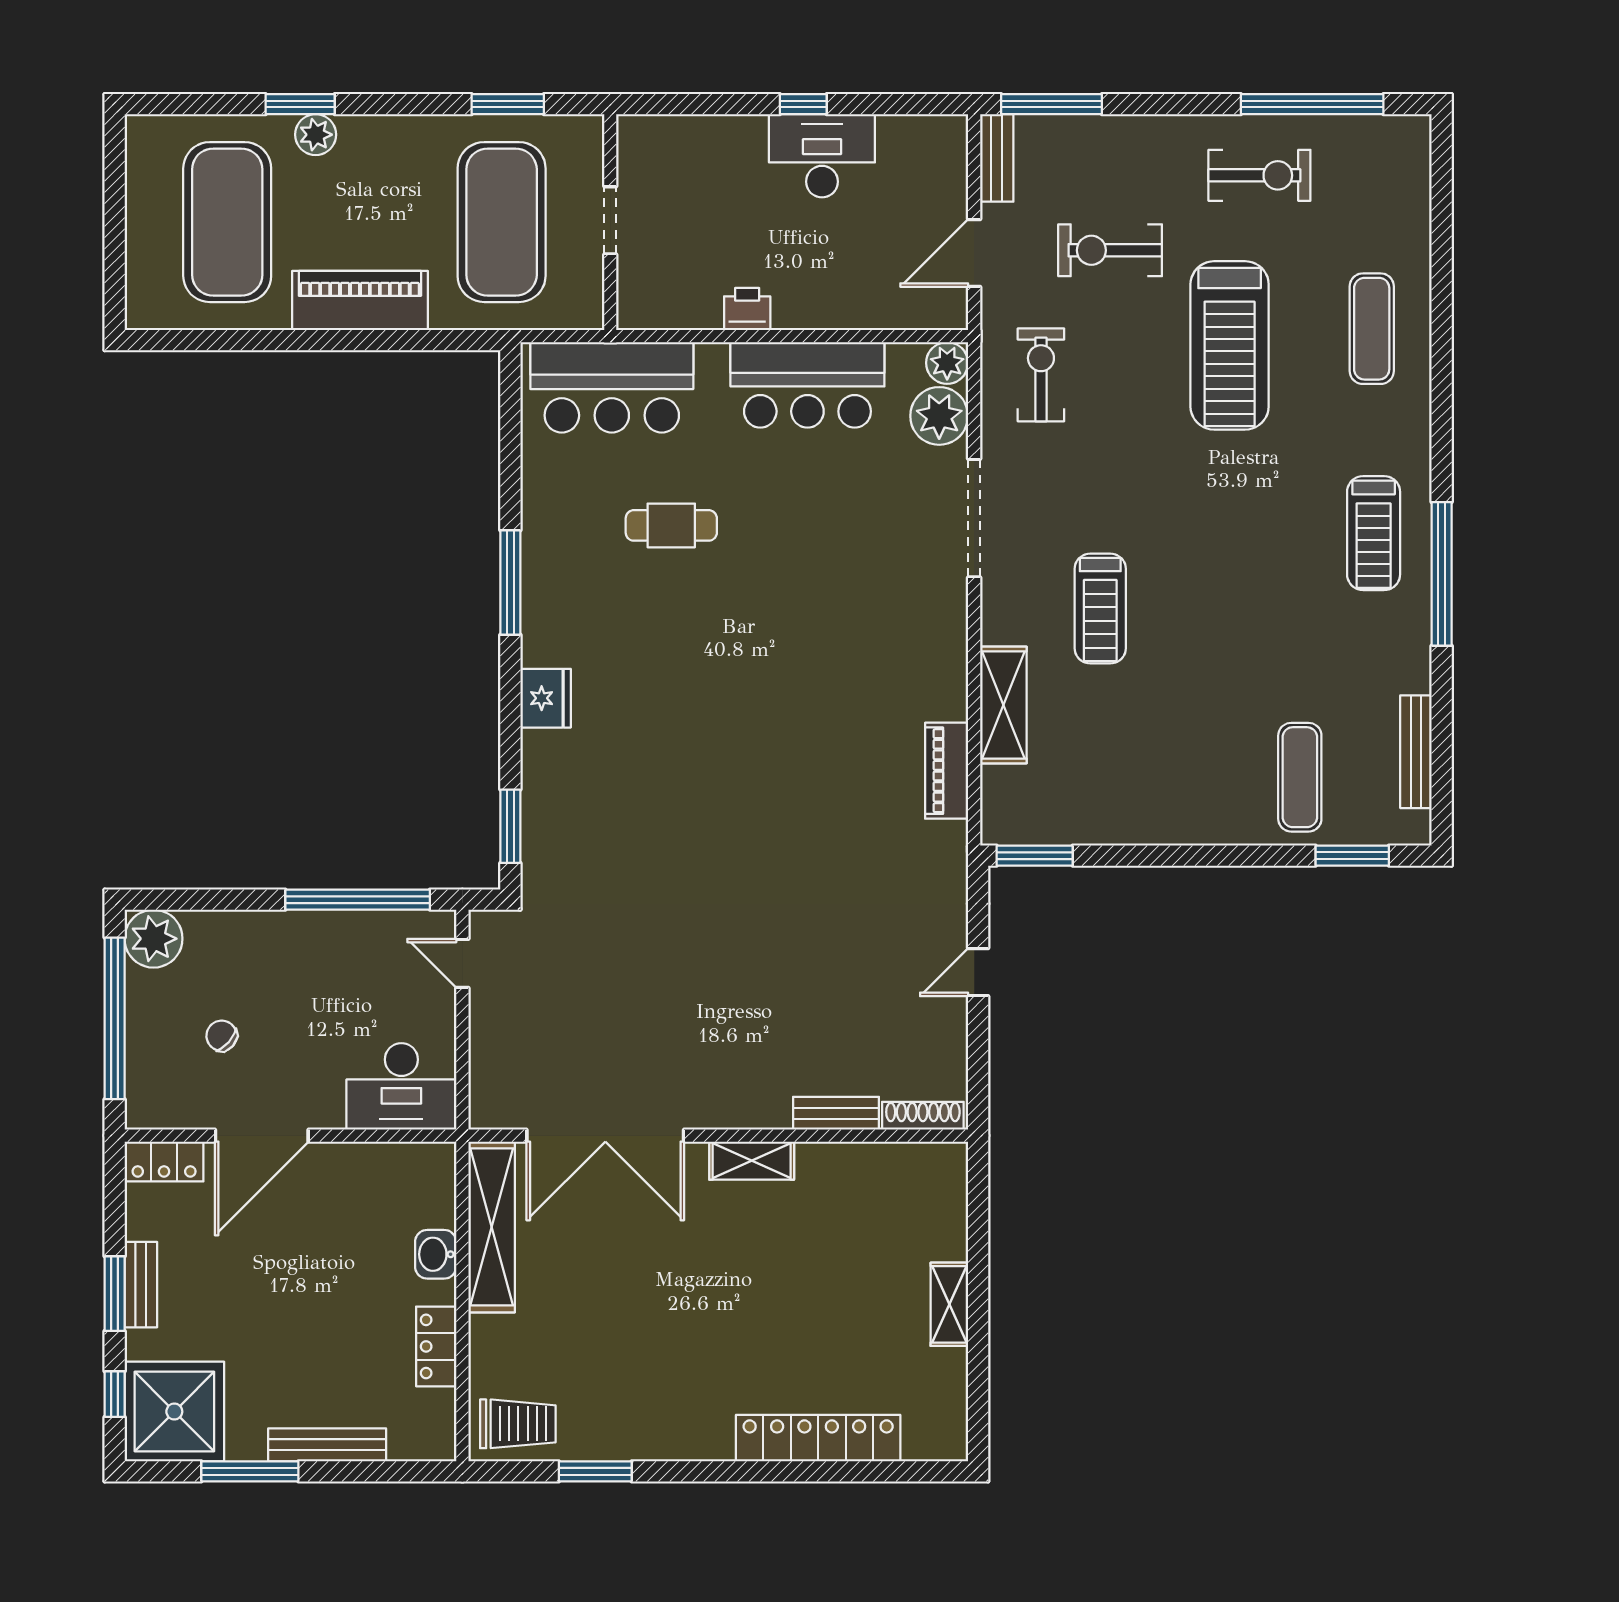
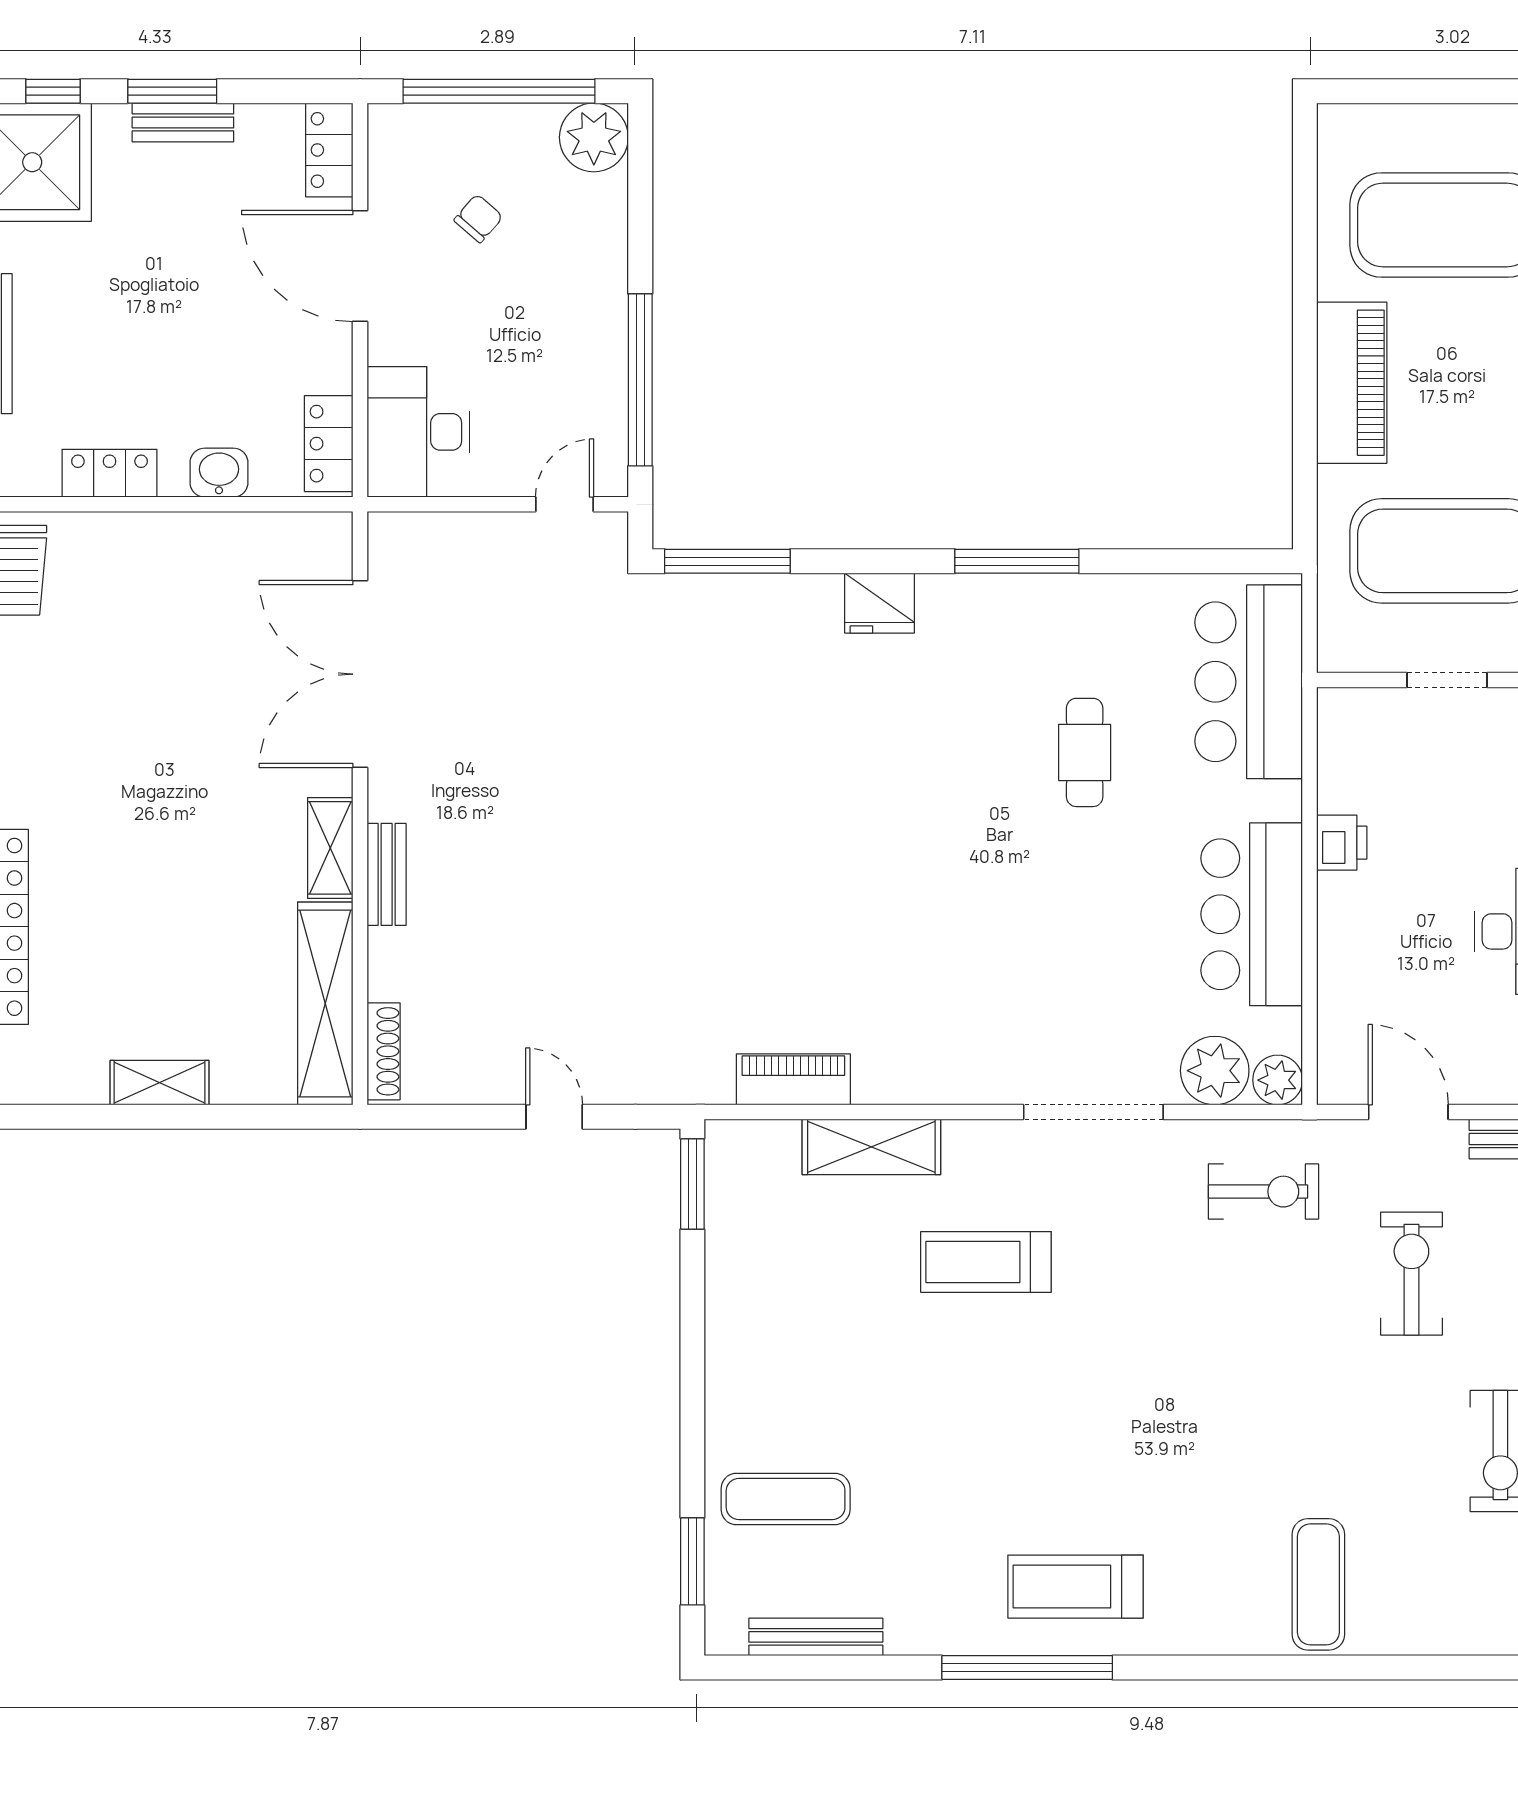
exercise mat: (1372, 329) -> (1318, 1584), turned 90
treadmill: (1230, 345) -> (1298, 1416), removed
window: (510, 826) -> (727, 561), width x1.44
bench: (836, 1113) -> (387, 874), moved
locker: (411, 1162) -> (329, 444), added
shelving: (492, 1227) -> (325, 1003), moved, turned 90

